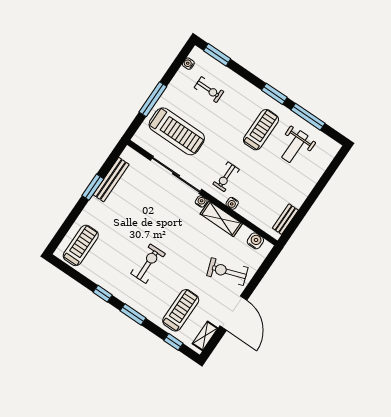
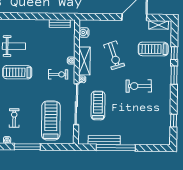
window: (153, 99) -> (27, 147), moved
window: (93, 187) -> (116, 148), width x2.11
treadmill: (81, 245) -> (98, 106), moved, turned 90
exercise bike: (227, 272) -> (114, 55), moved
window: (103, 294) -> (174, 121), moved
window: (173, 342) -> (174, 53), moved

